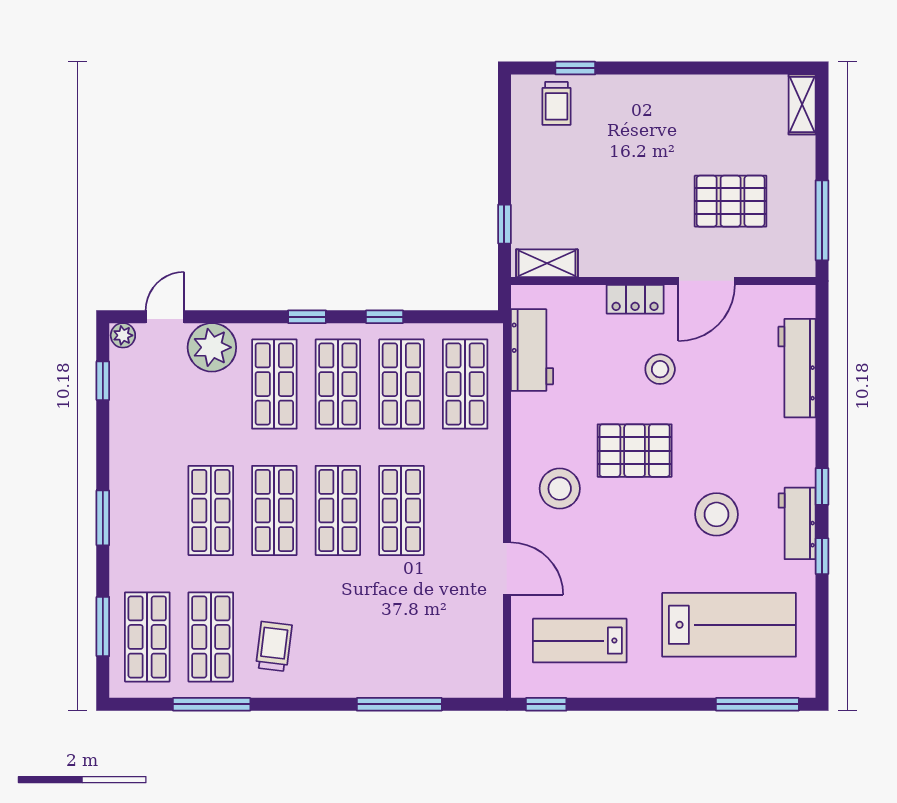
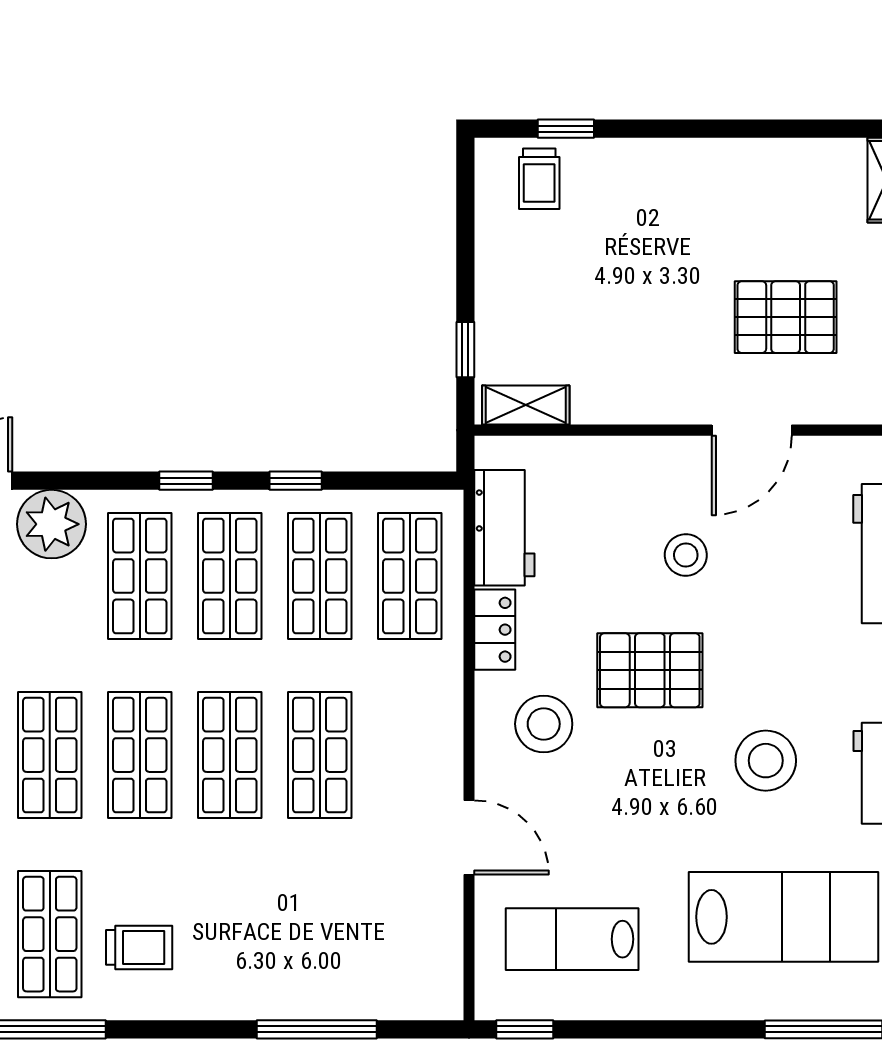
locker: (635, 299) -> (495, 630), moved, turned -90
trolley: (274, 646) -> (139, 947), turned 83

